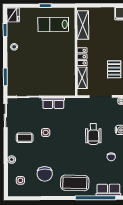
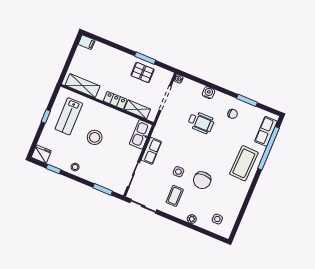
stool: (45, 53) -> (95, 137), added
kitchen sink: (63, 89) -> (141, 134), added
chair: (45, 174) -> (202, 180), moved, turned 90

